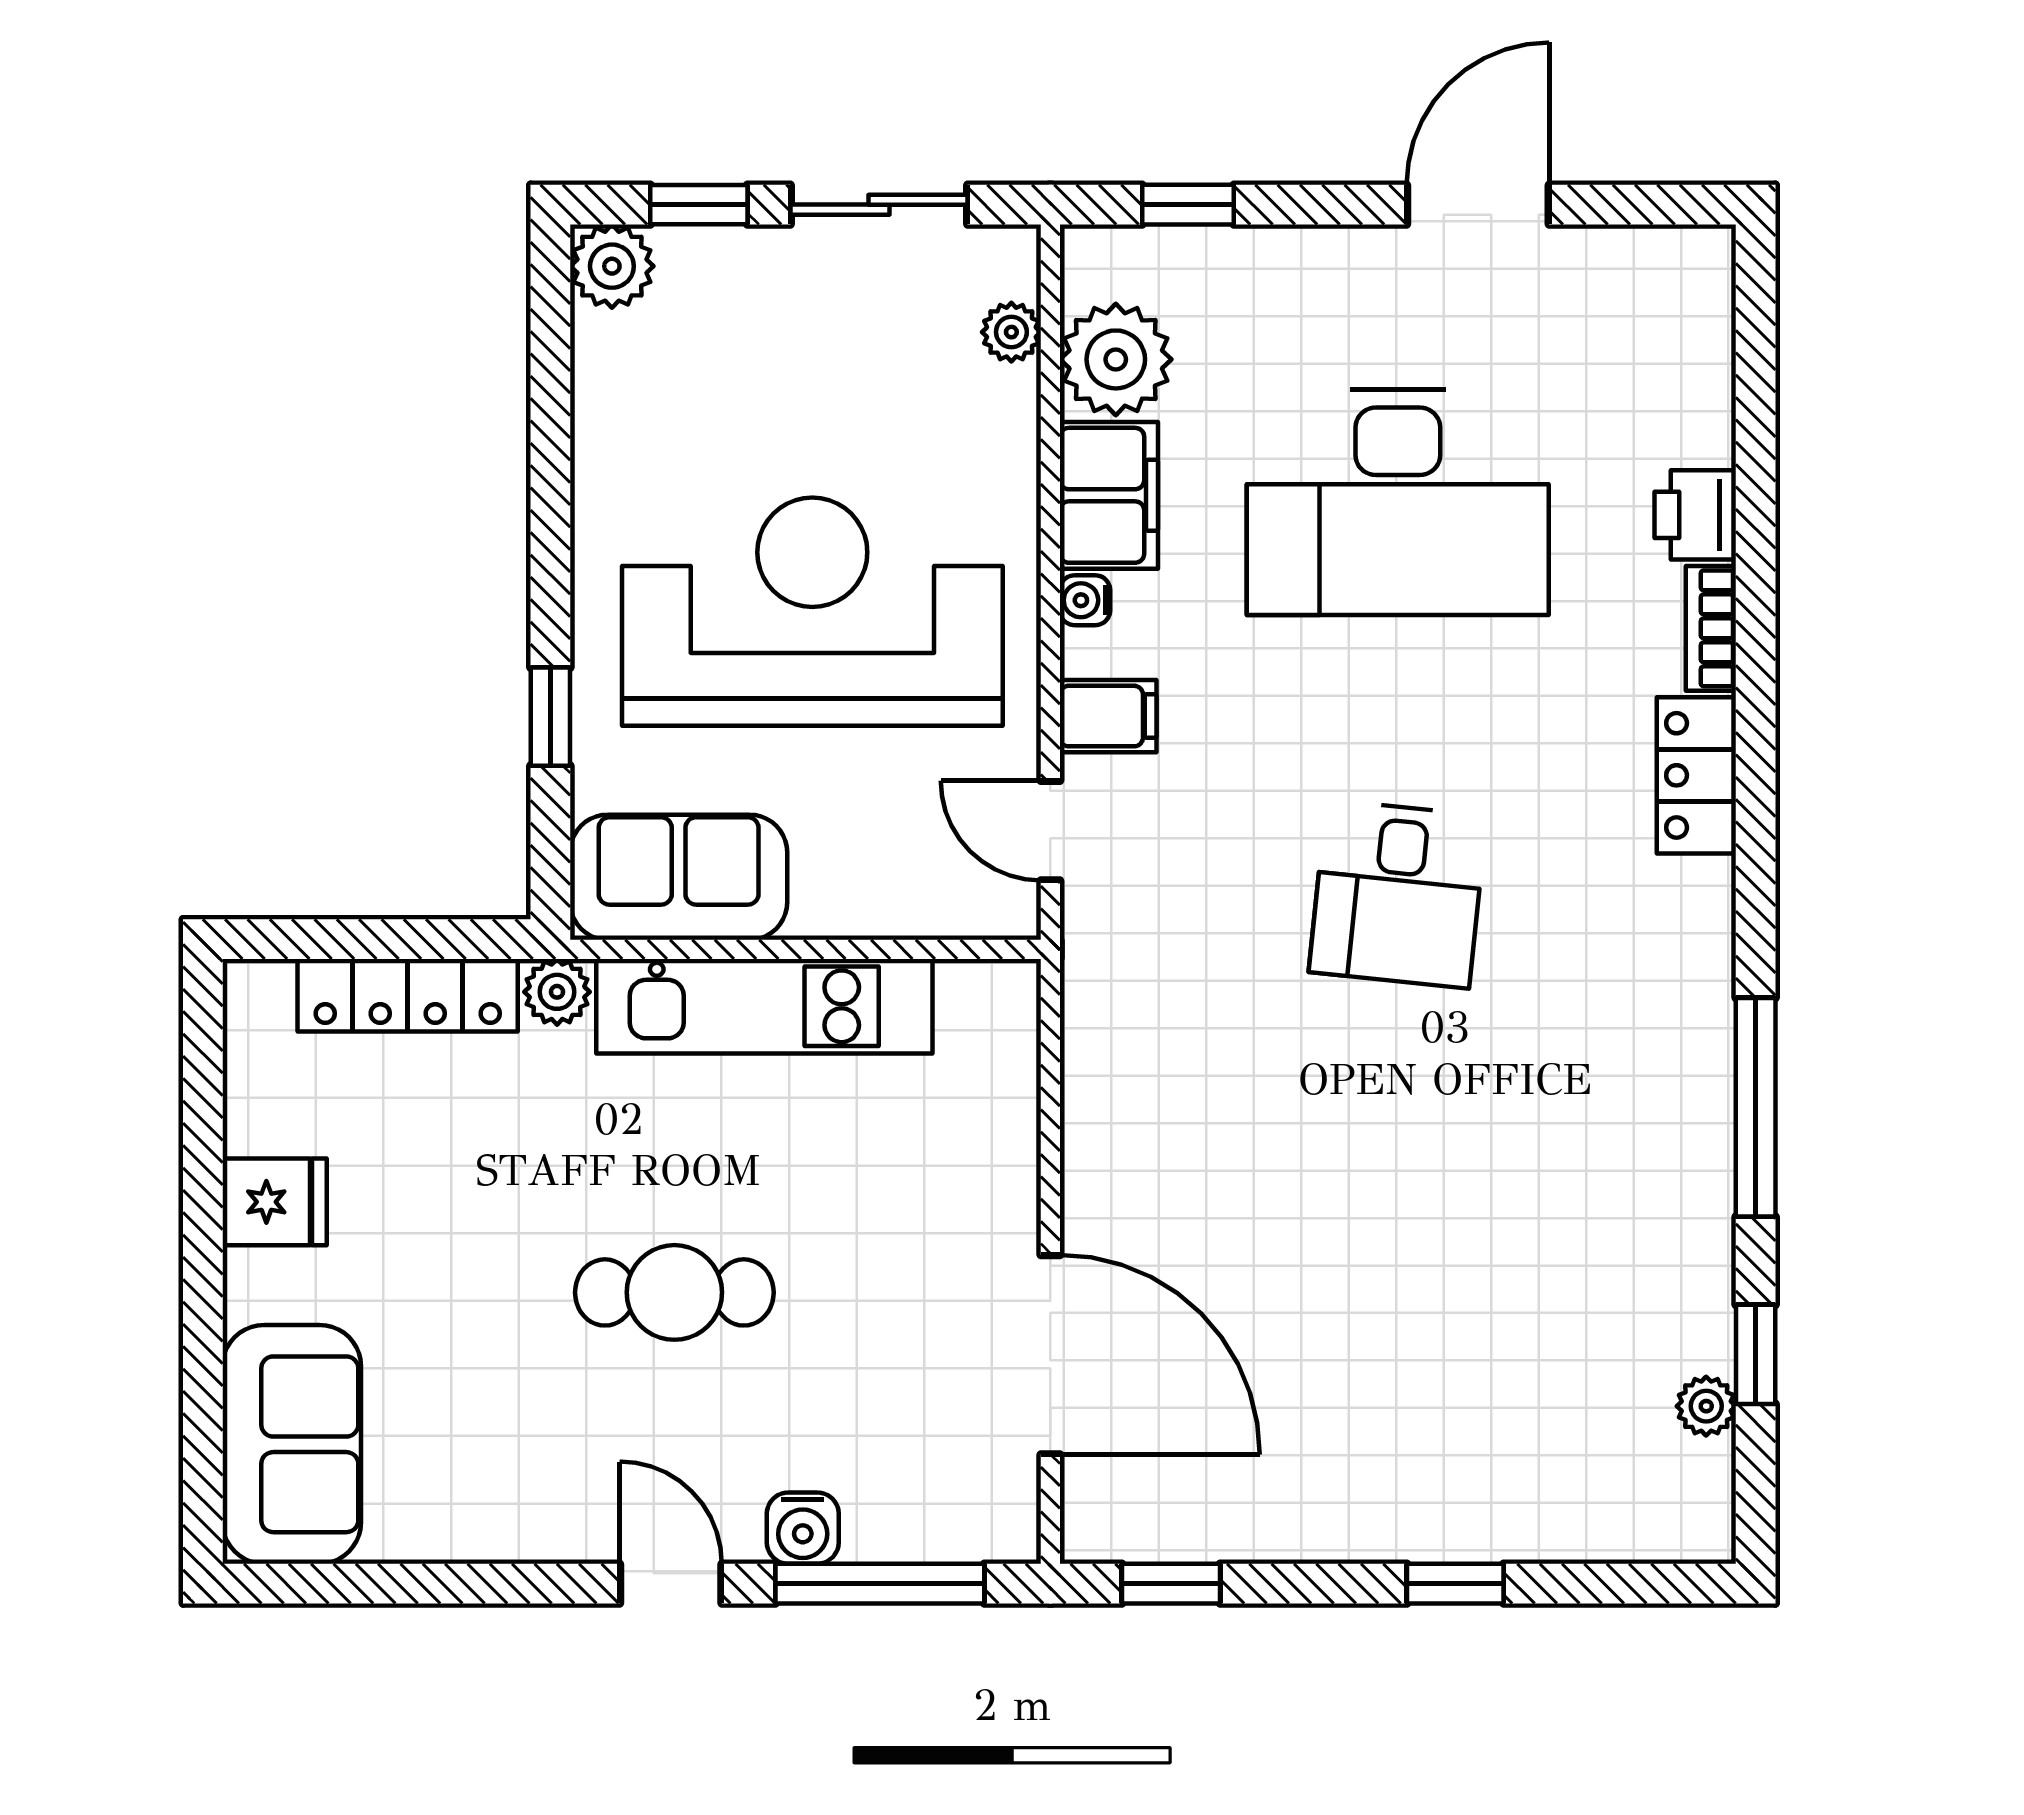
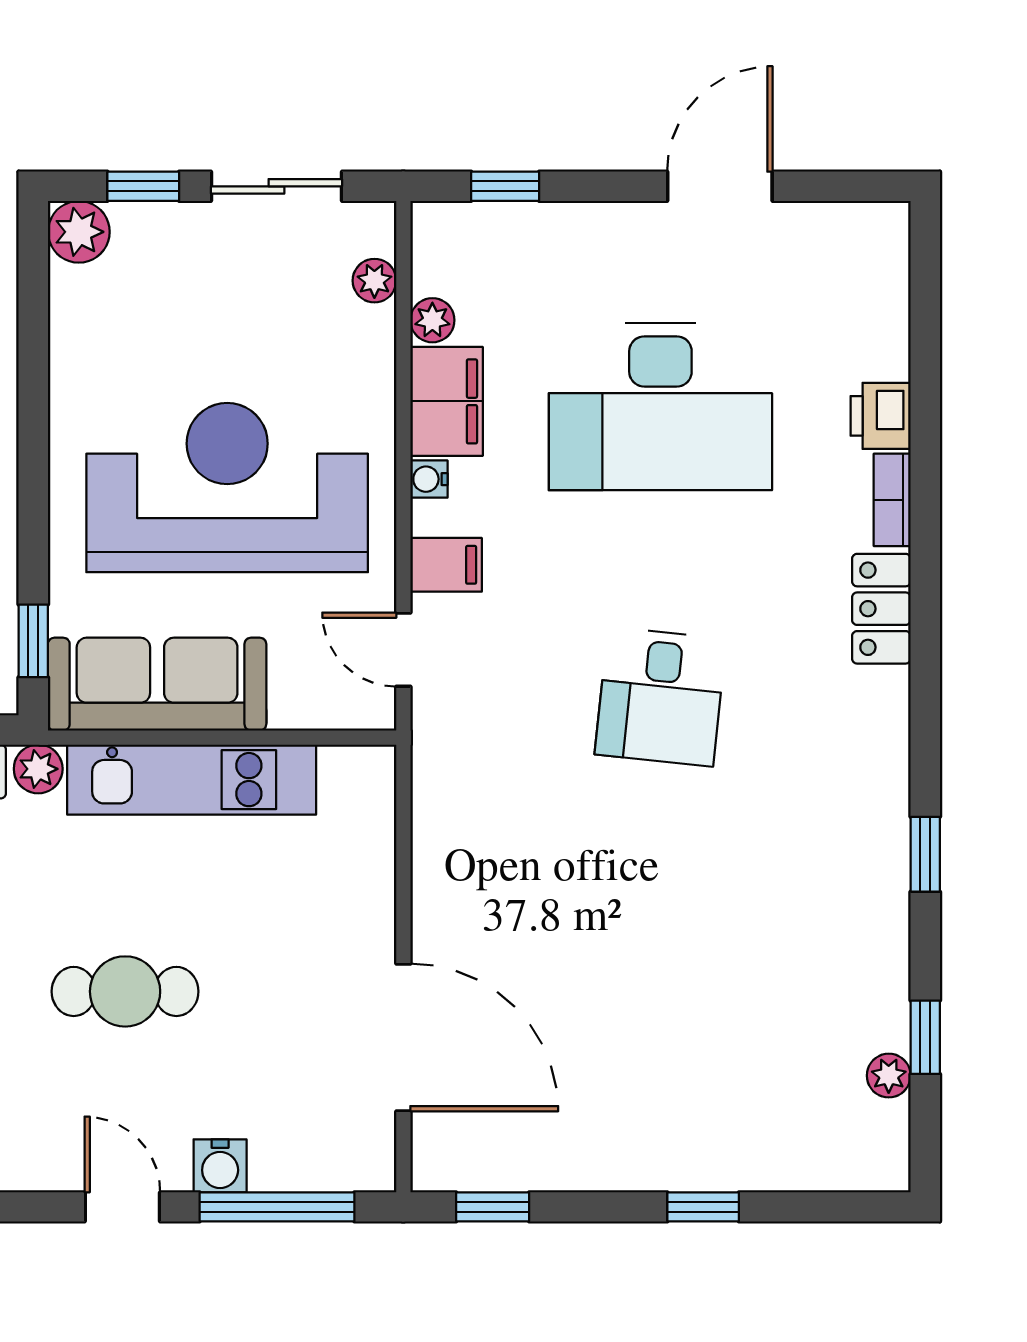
plant: (1116, 359) -> (432, 320), width x0.53, depth x0.53
window: (550, 717) -> (33, 641), moved
sofa: (679, 877) -> (157, 684), width x1.36
window: (1756, 1107) -> (925, 854), width x0.46

